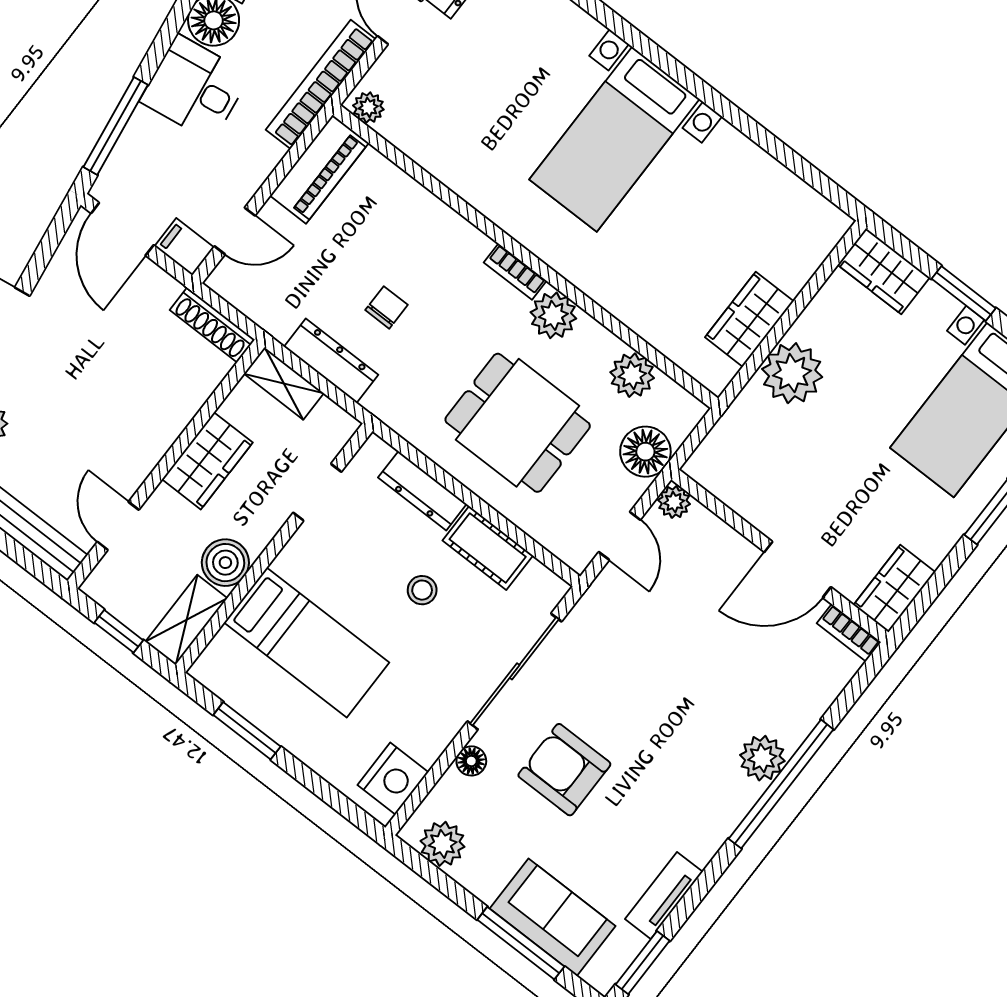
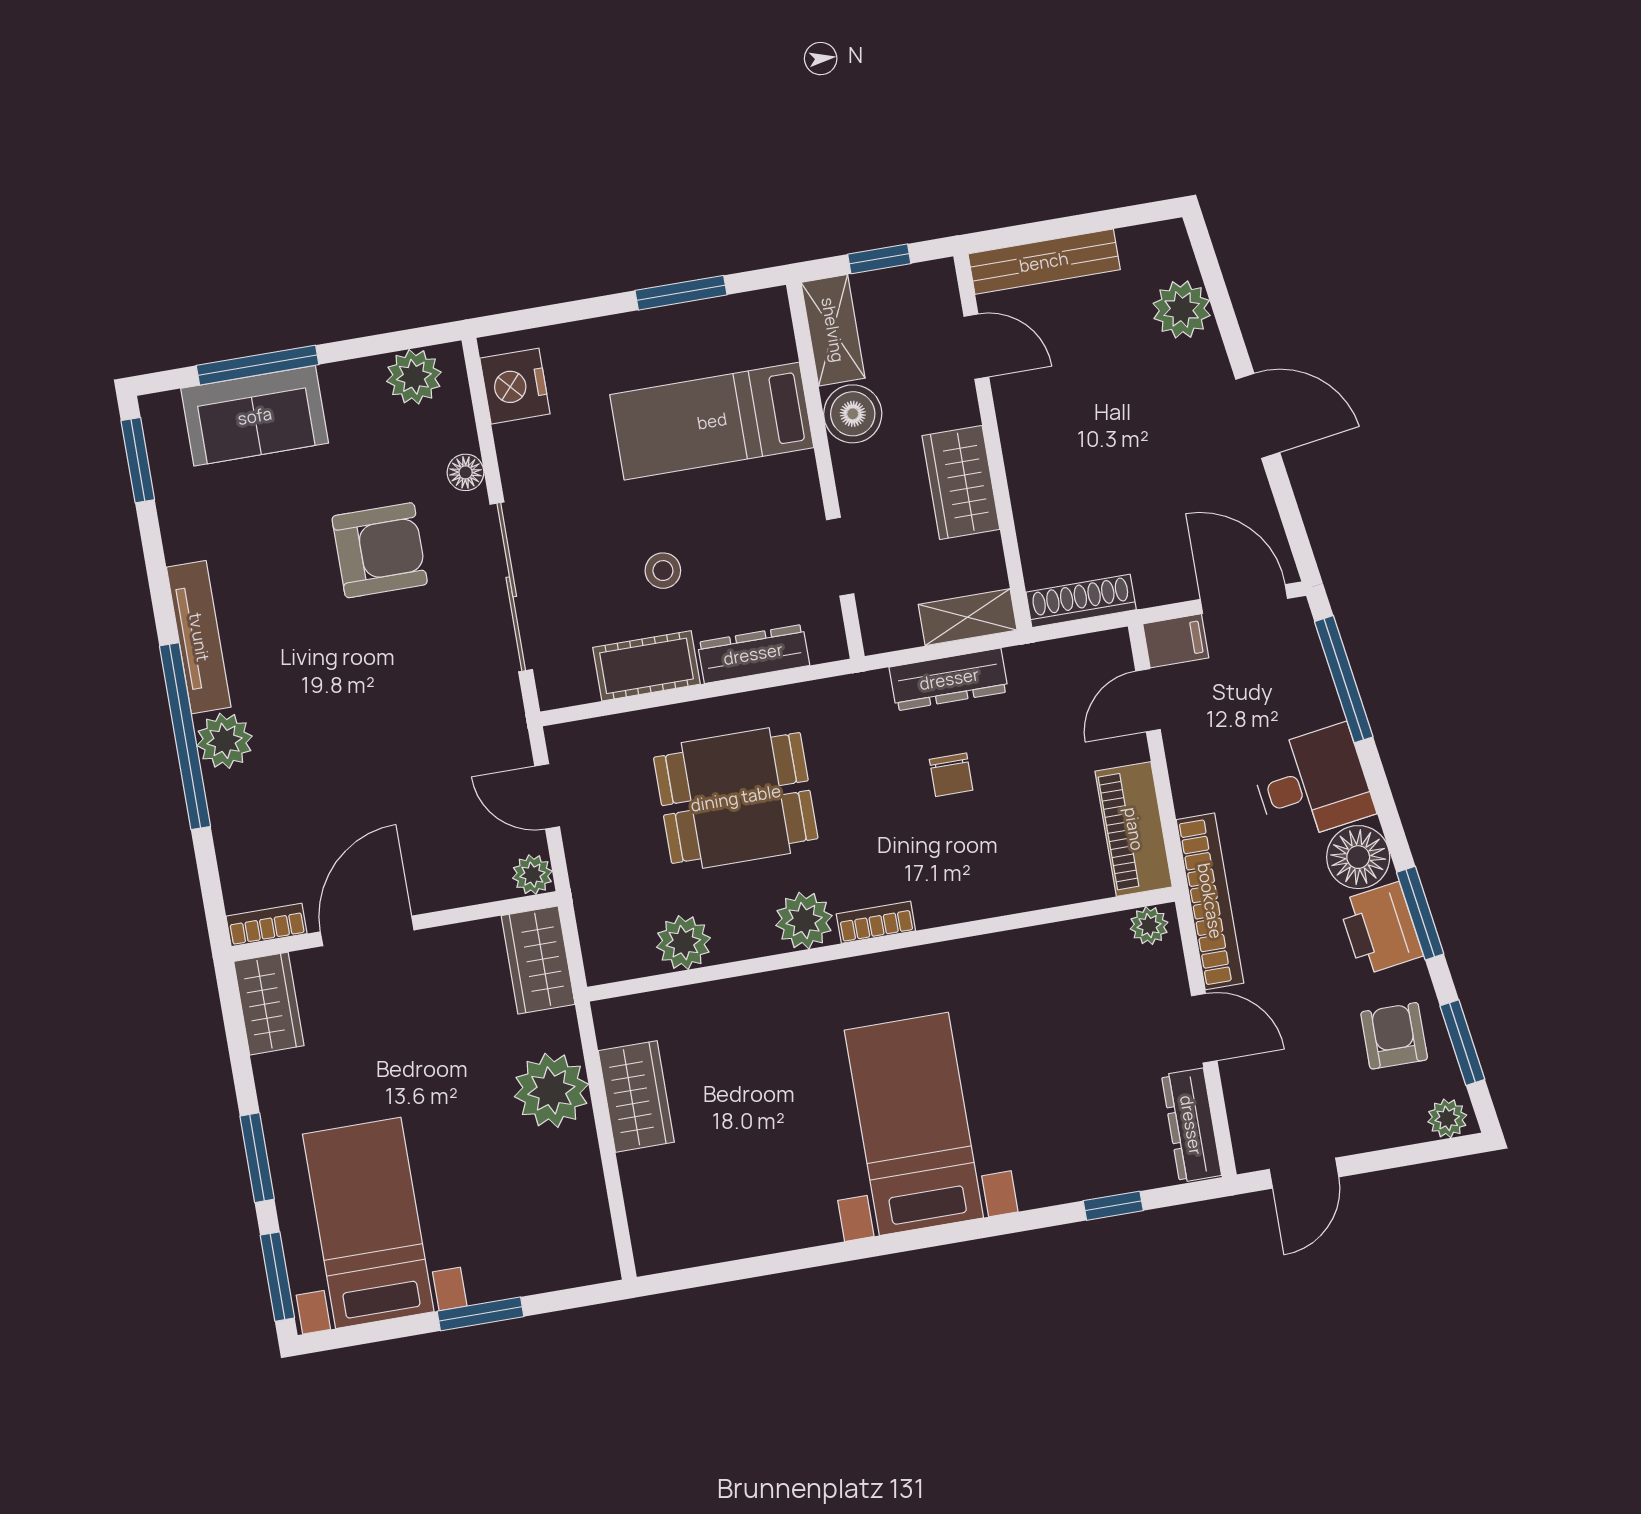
wardrobe: (884, 271) -> (538, 960), moved, turned -90
floor lamp: (645, 452) -> (602, 891), removed
tv unit: (664, 895) -> (199, 637), moved, width x1.41

